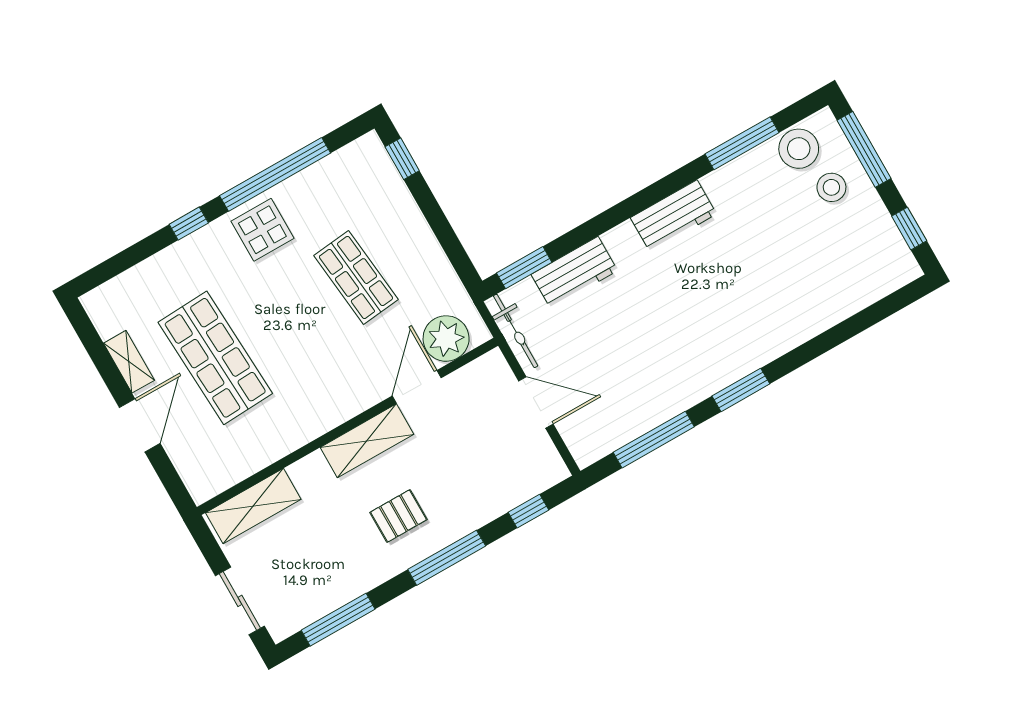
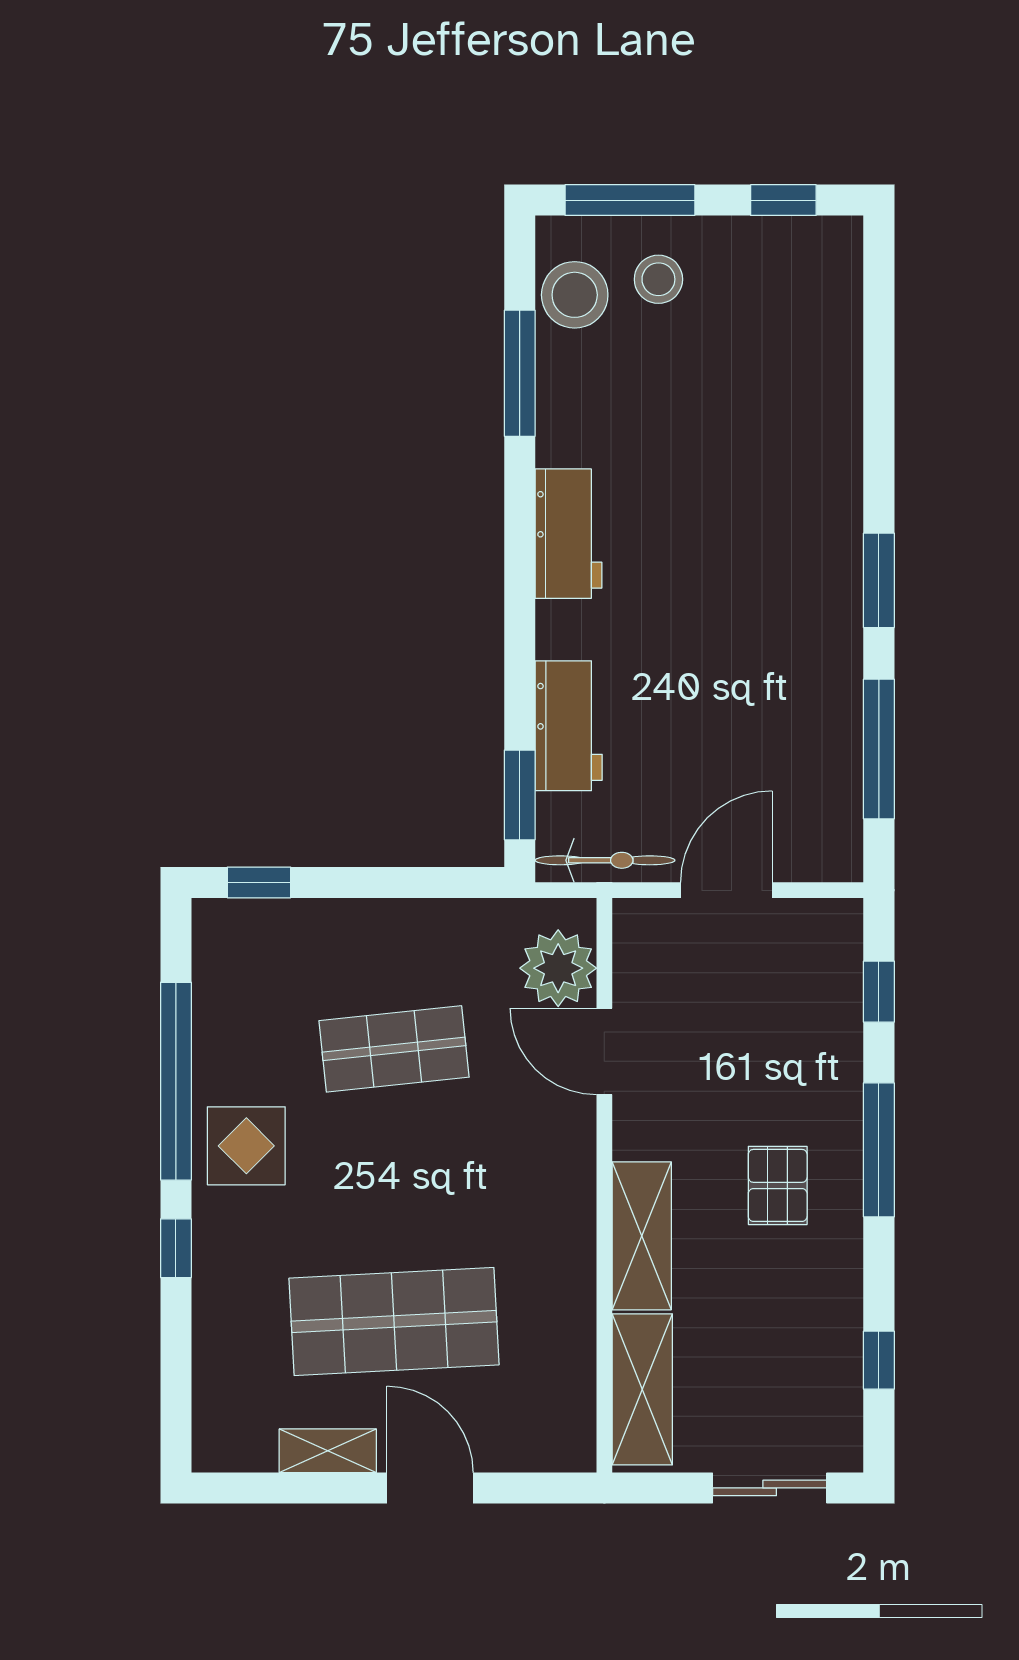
shelving: (367, 441) -> (642, 1236), moved
window: (338, 620) -> (879, 1360), width x0.46

